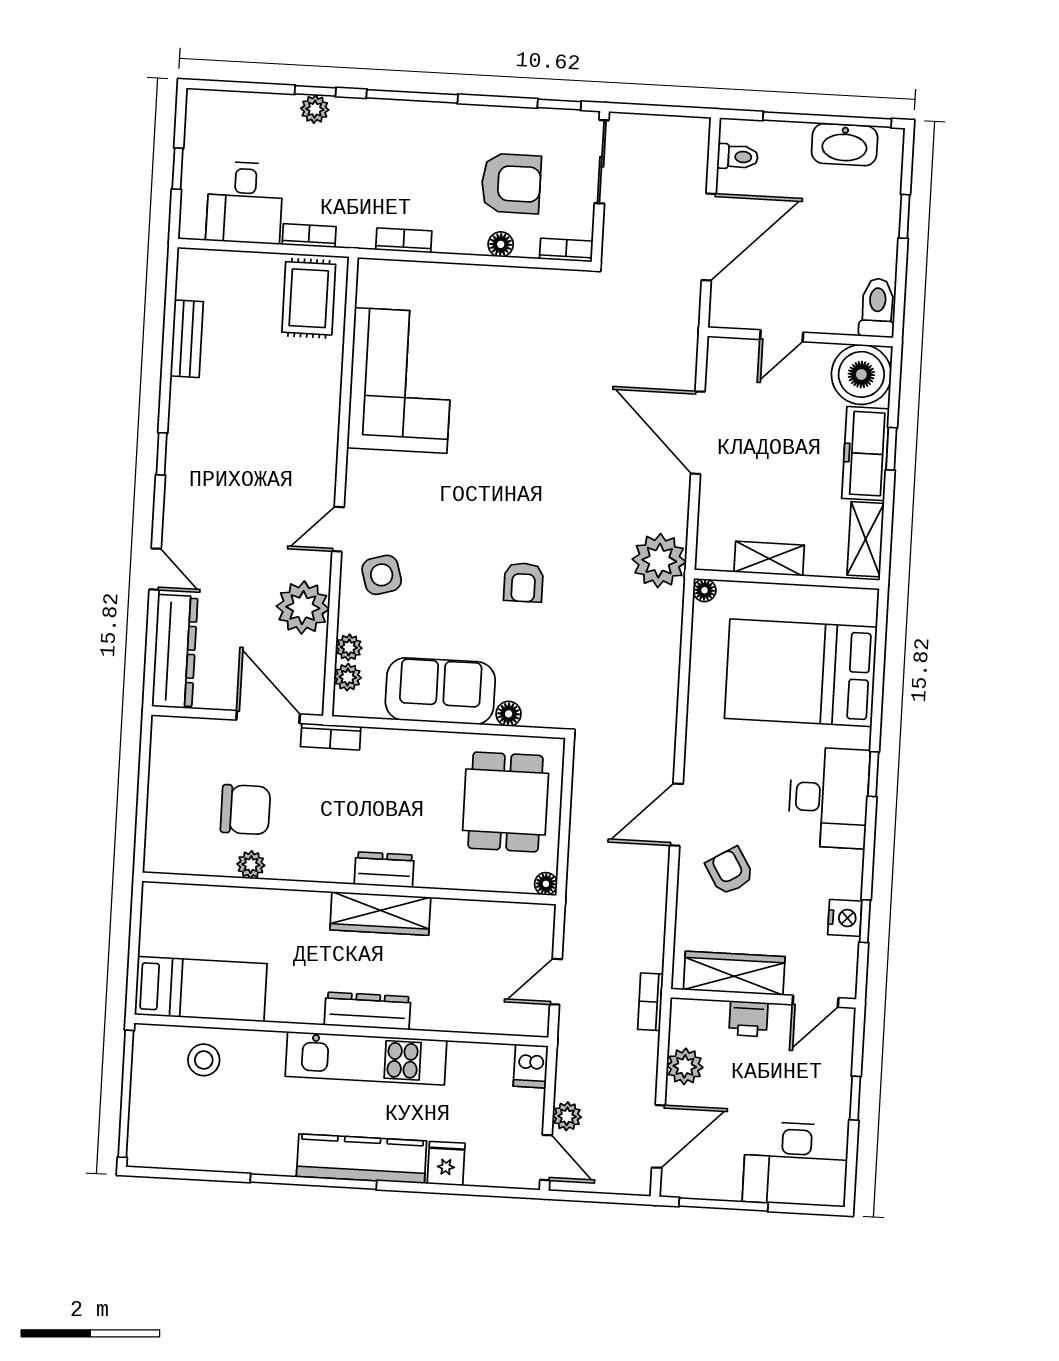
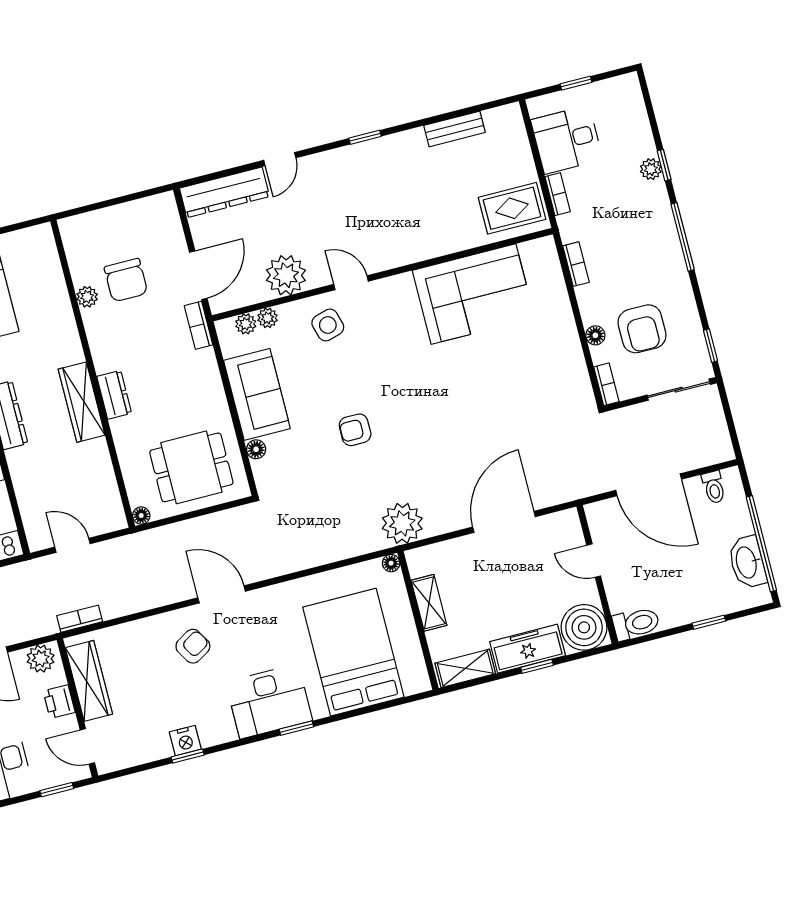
wardrobe: (734, 973) -> (89, 681), moved
wall: (763, 998) -> (77, 708), moved
door: (815, 1001) -> (87, 746), moved
printer: (748, 1019) -> (59, 702), moved

